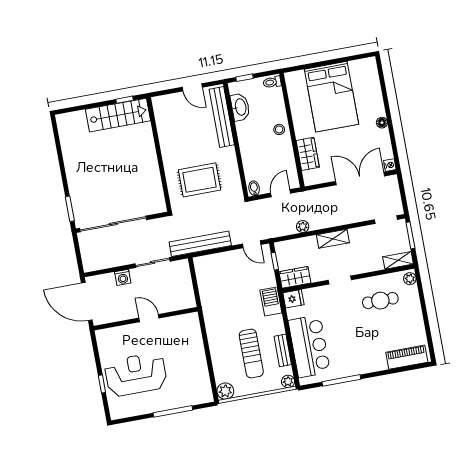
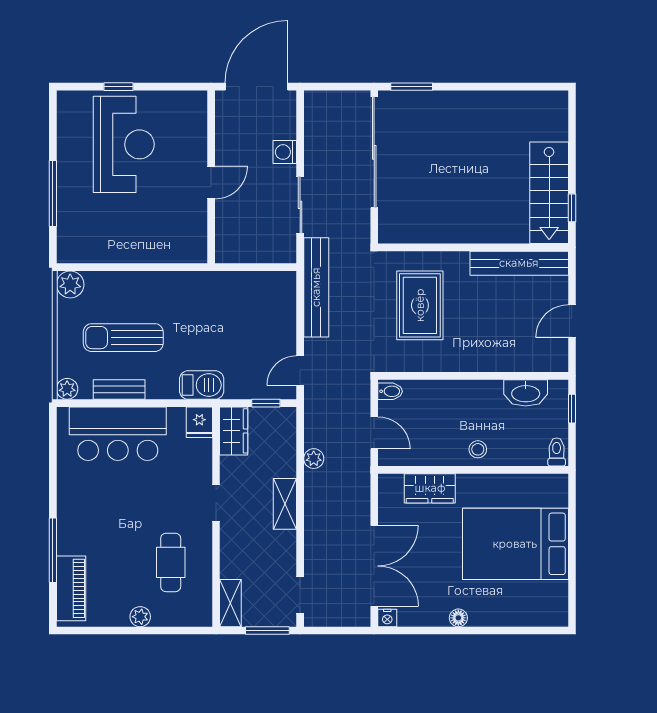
bench: (222, 117) -> (519, 263), moved
plant: (410, 279) -> (140, 617), moved
window: (341, 380) -> (53, 550), moved

